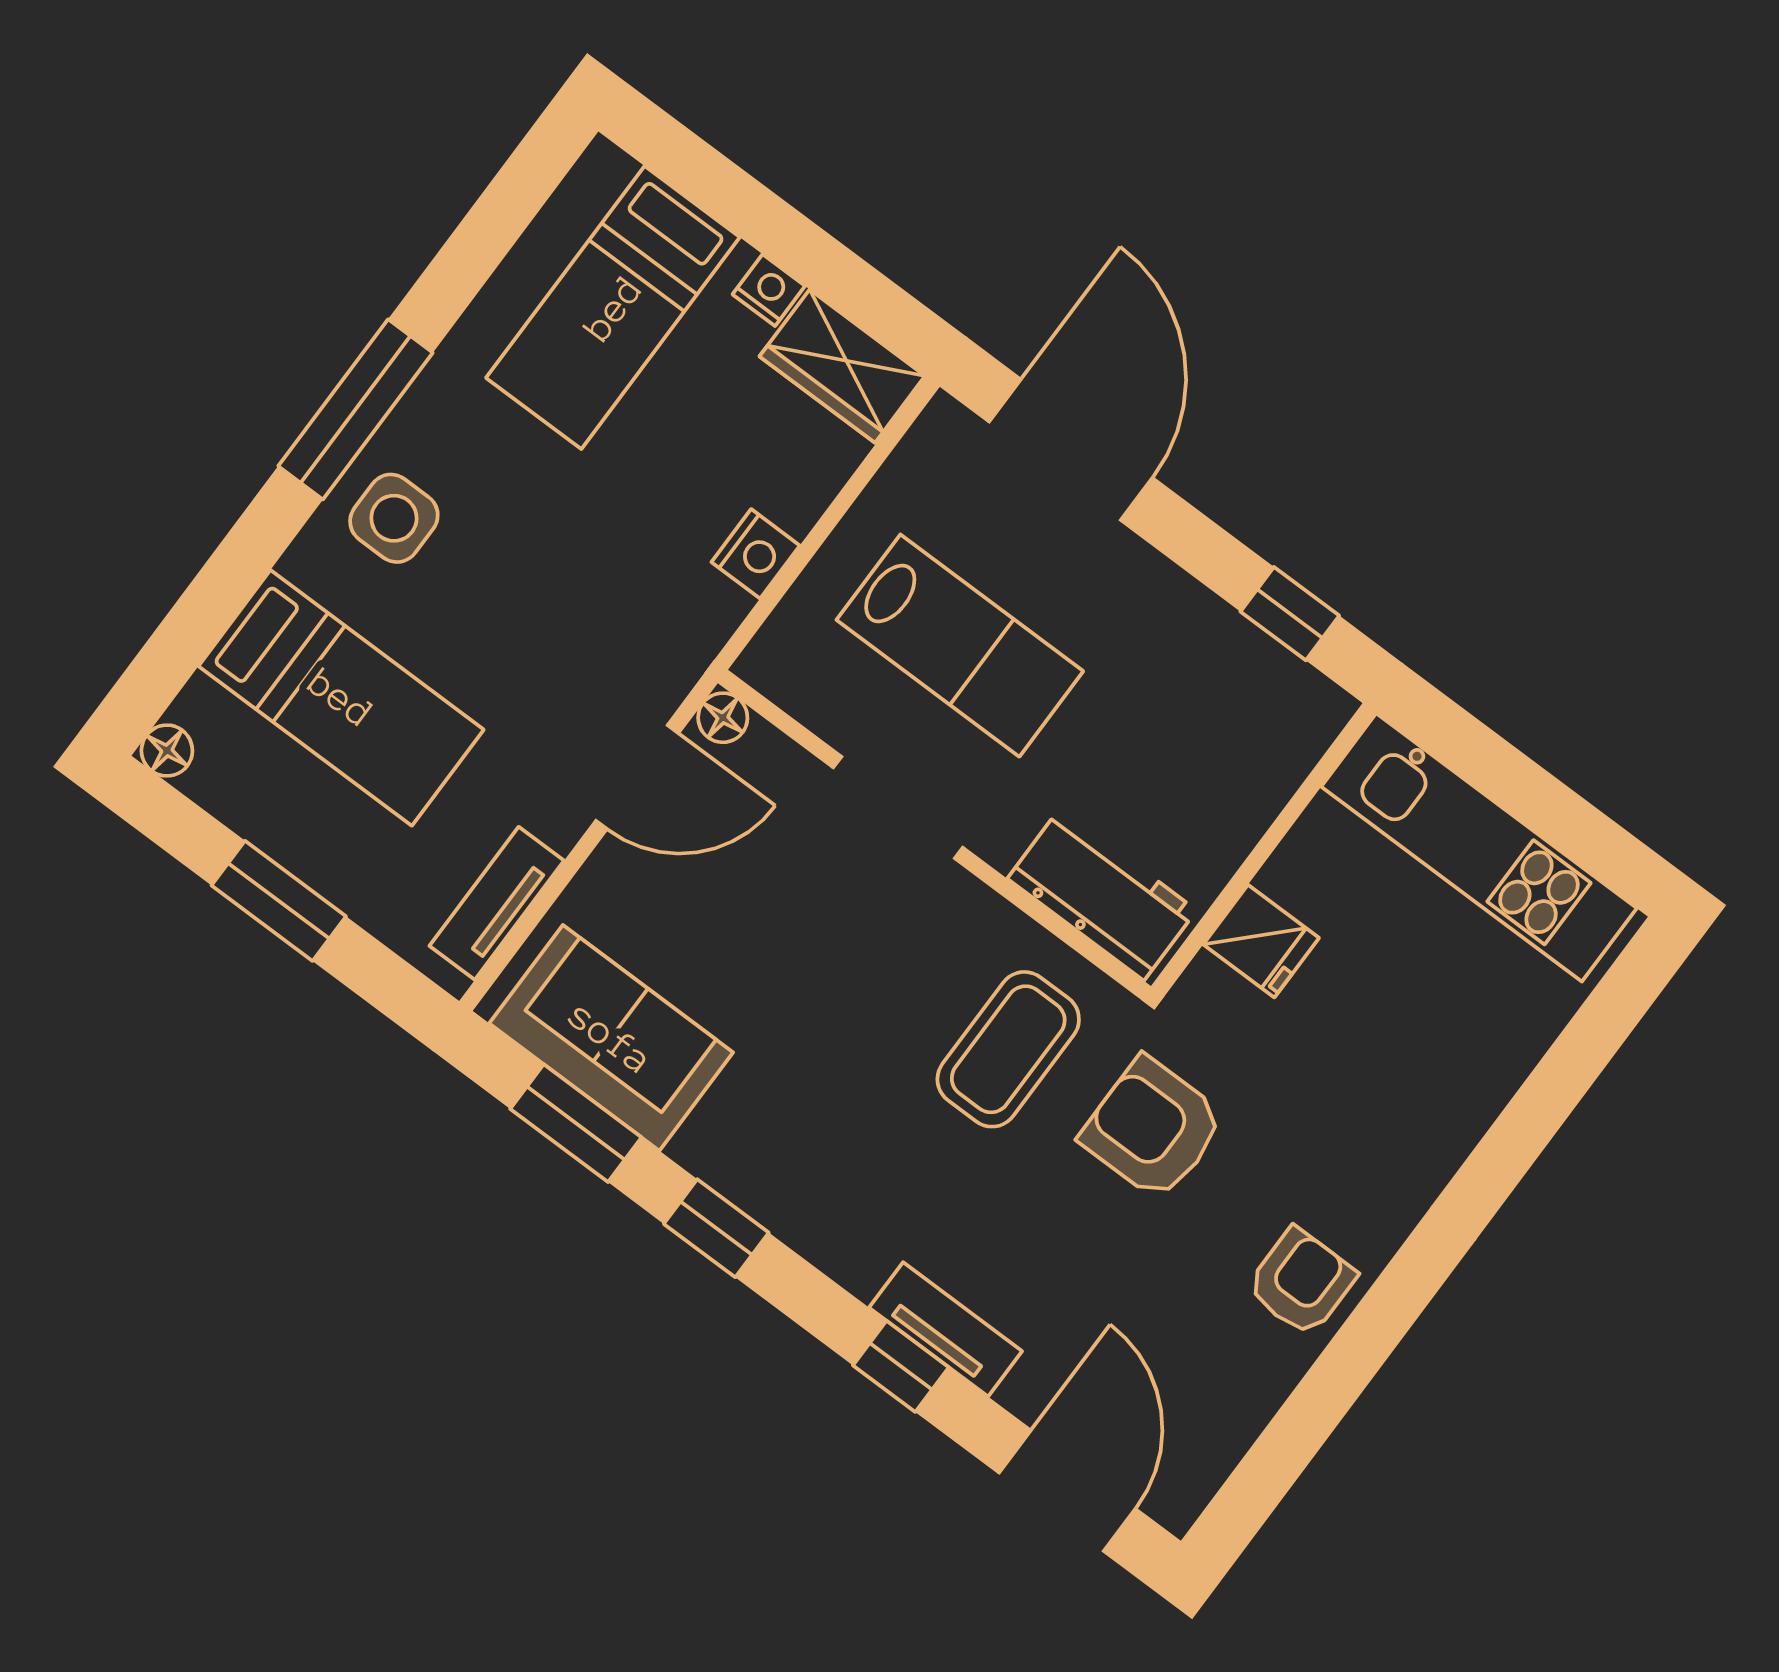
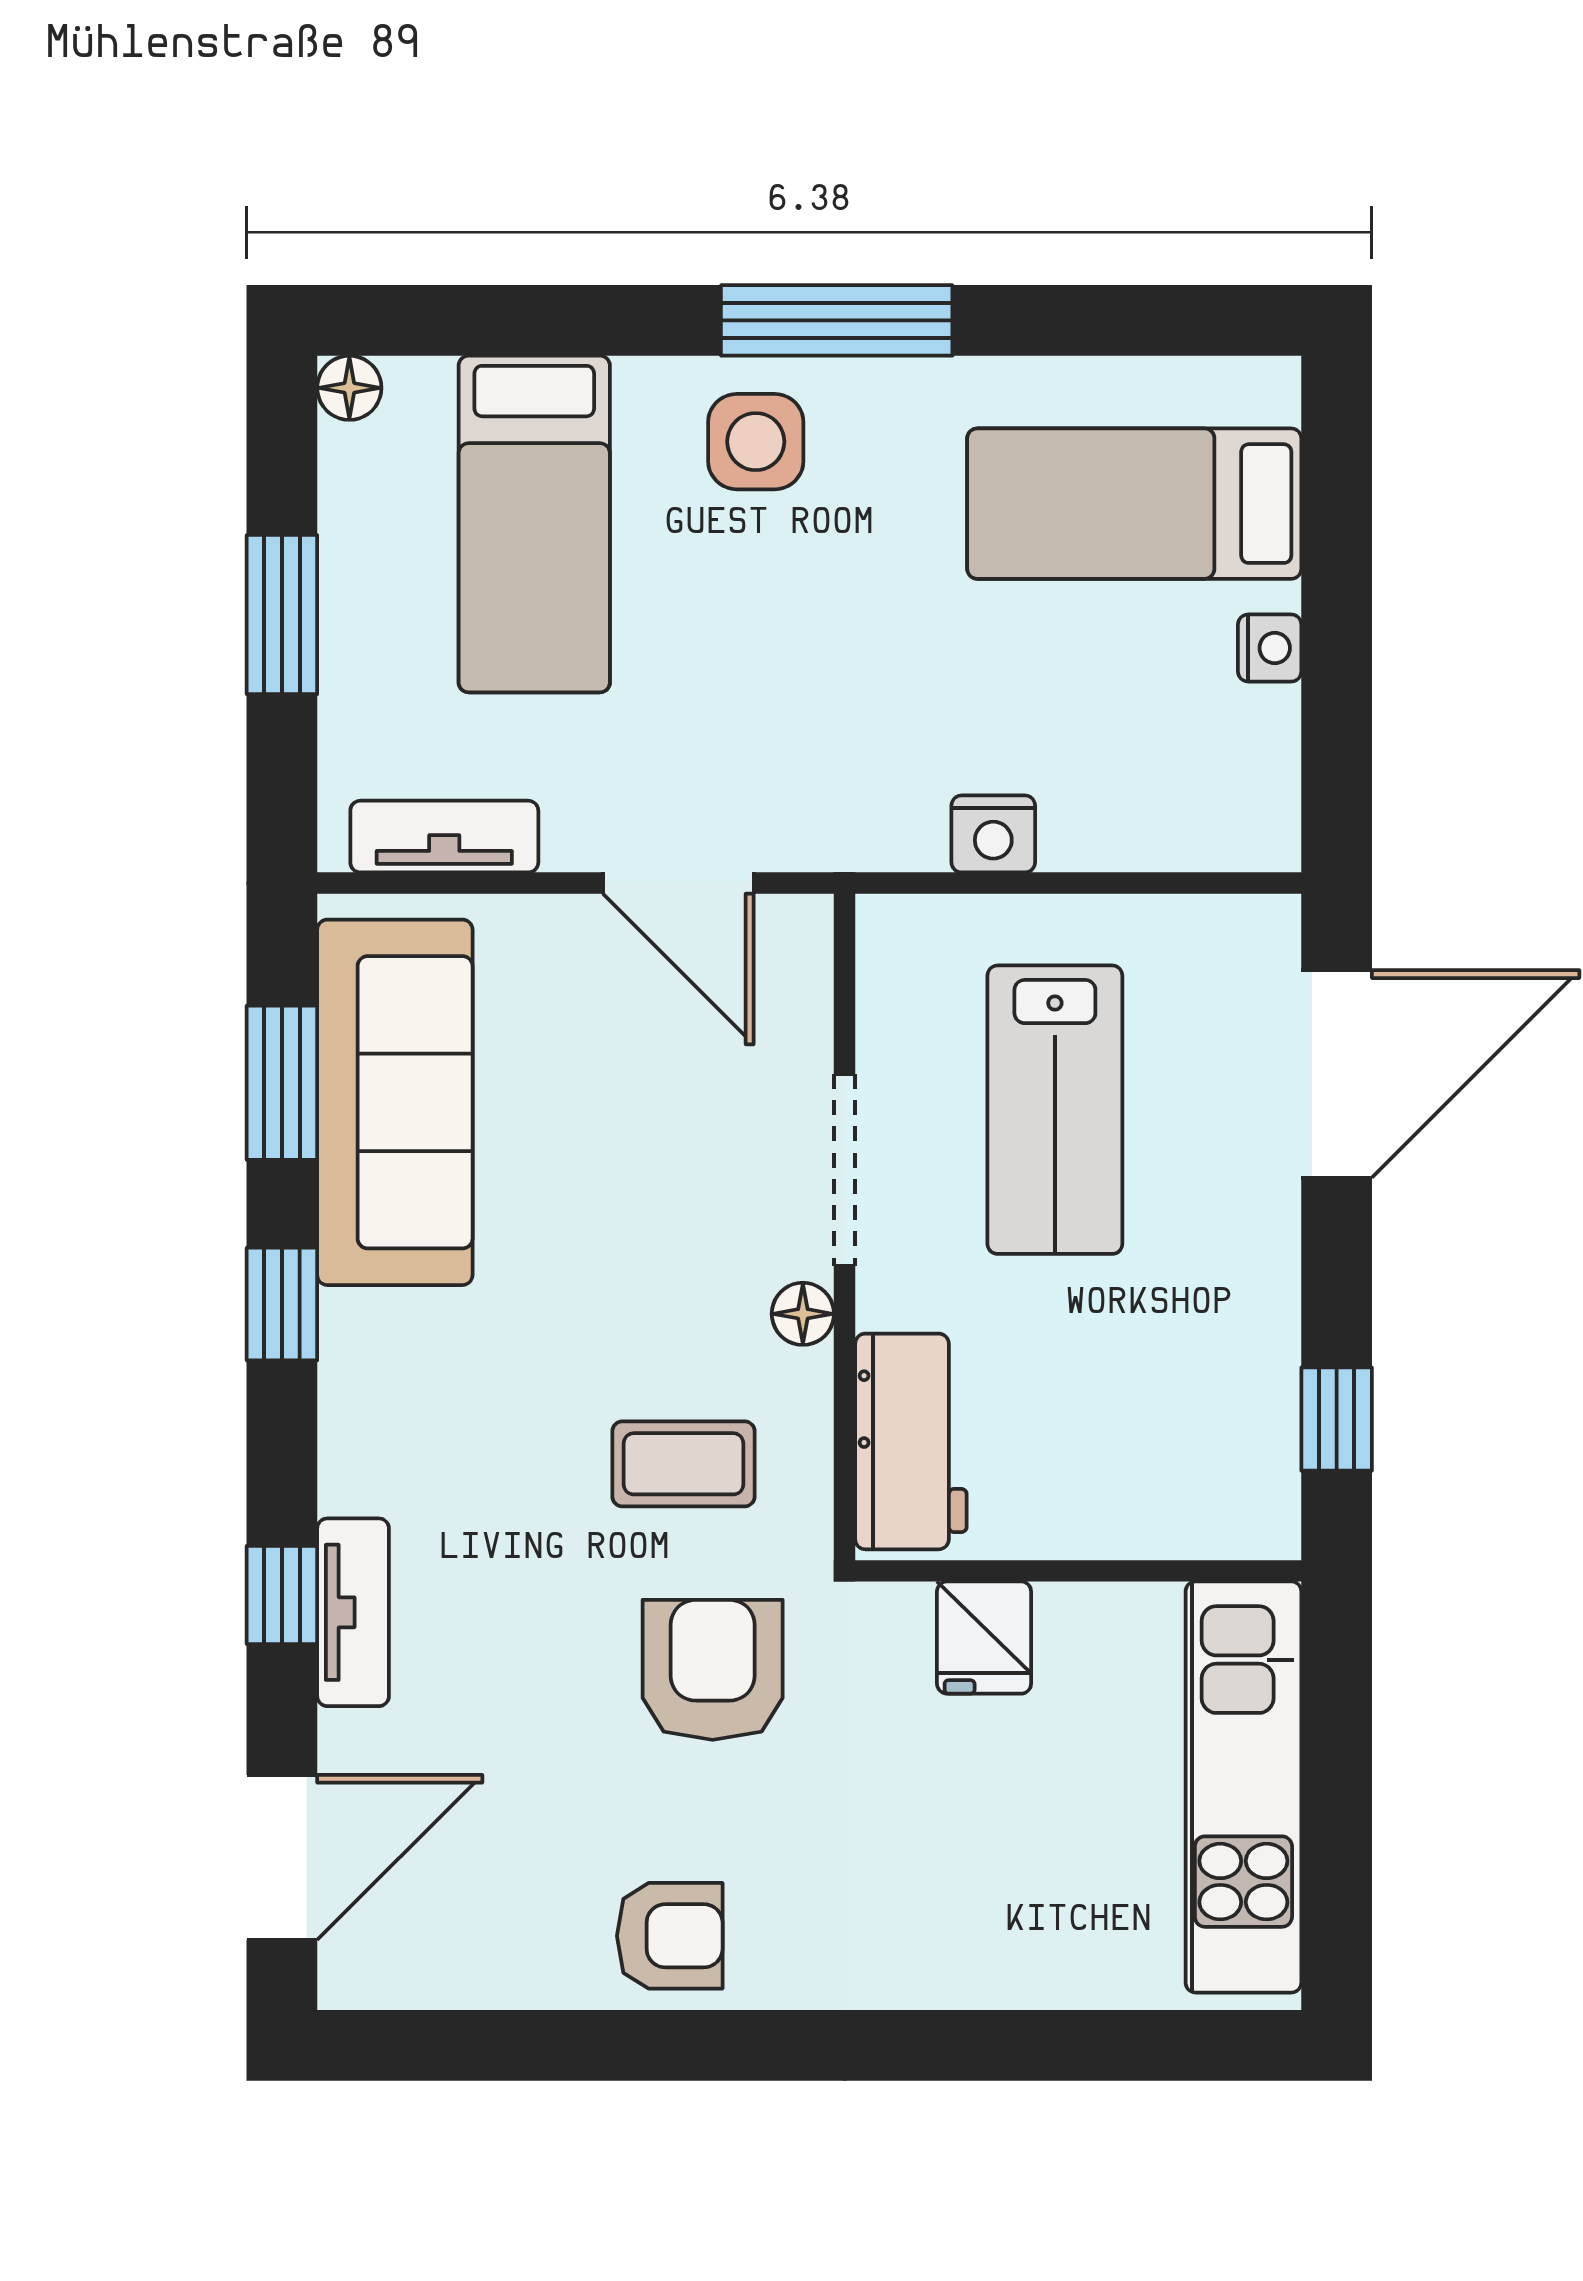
wardrobe: (842, 366) -> (1249, 780), removed
floor lamp: (723, 718) -> (803, 1314), moved
sofa: (611, 1038) -> (395, 1102), width x1.36
coffee table: (1008, 1049) -> (683, 1464), width x0.73, depth x0.77

